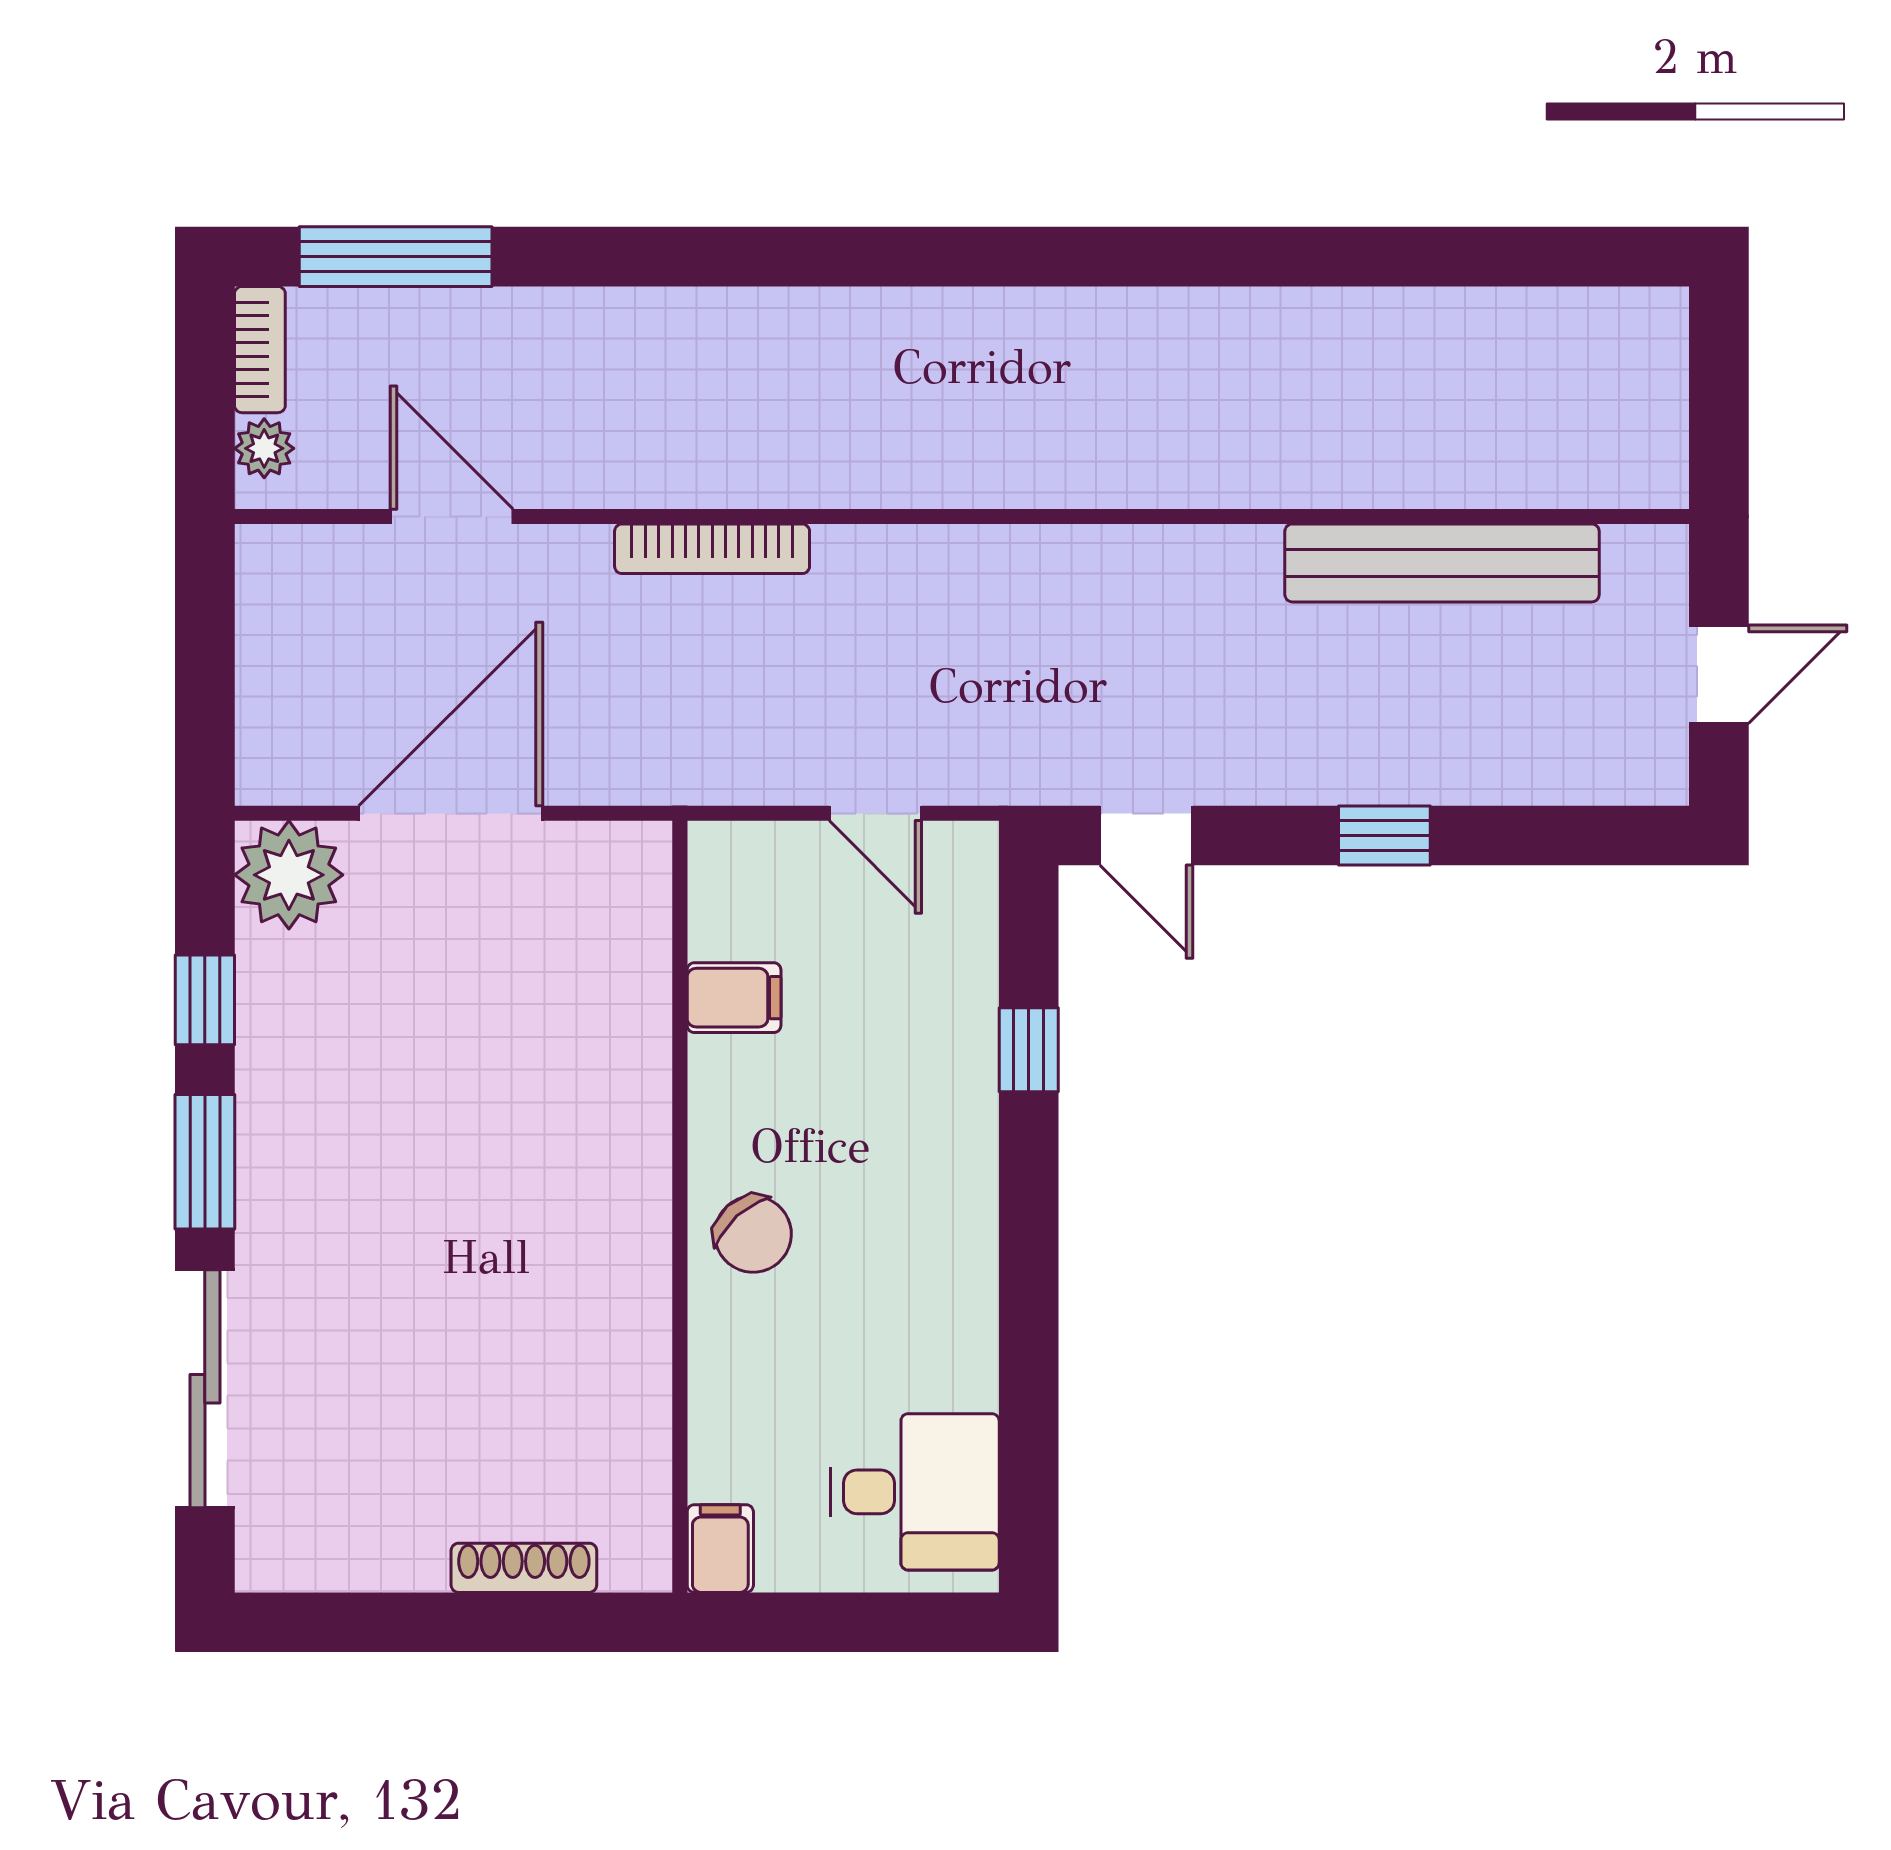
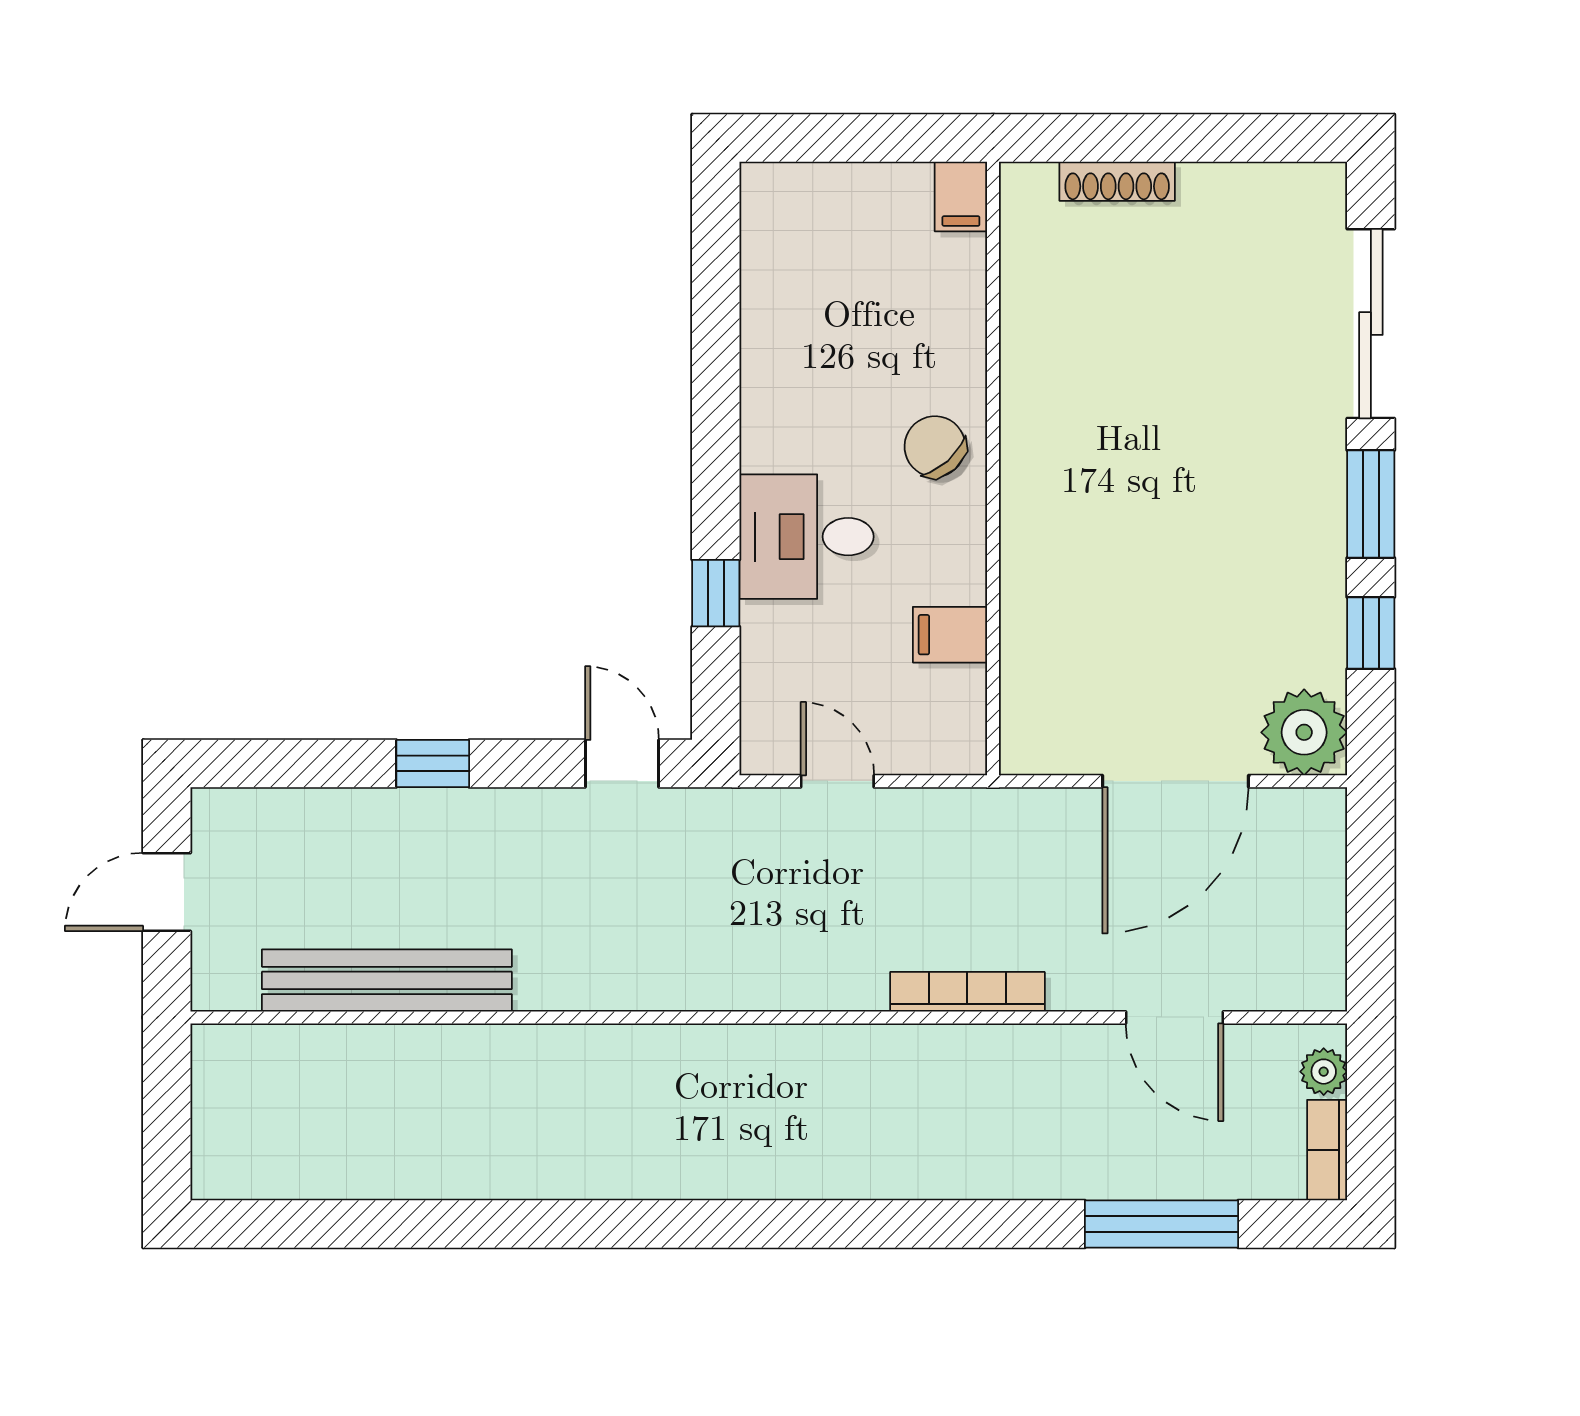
window: (396, 257) -> (1162, 1224), moved
desk: (915, 1492) -> (806, 537), moved

